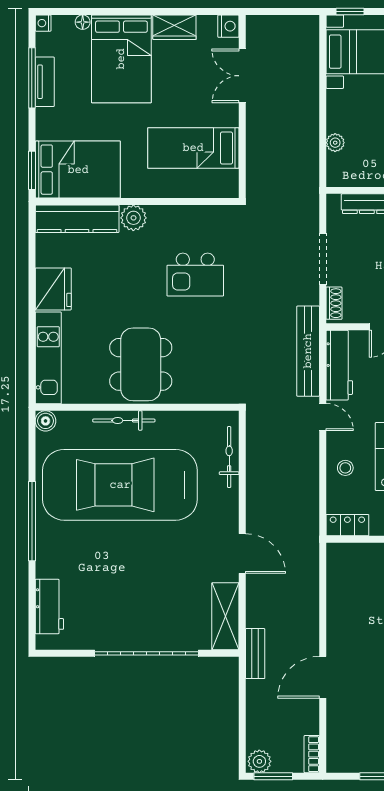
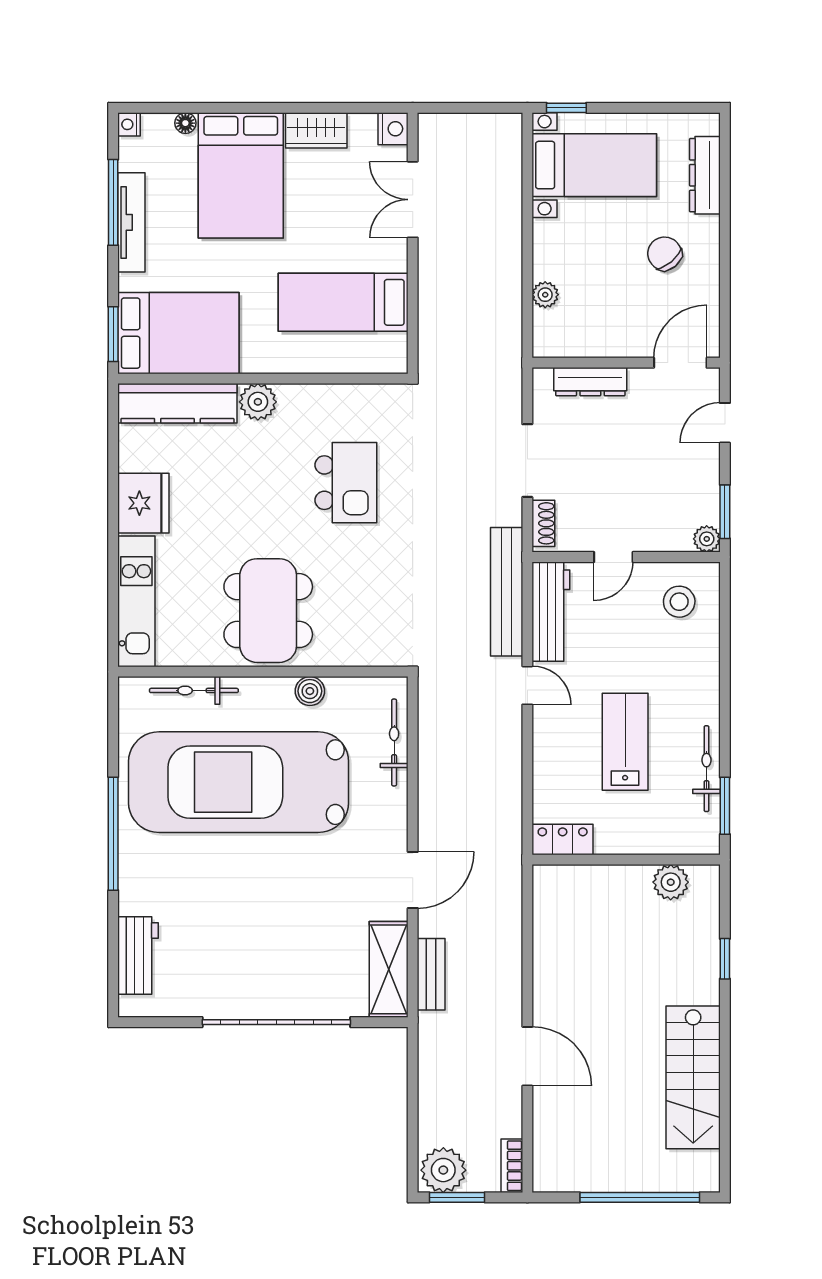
tv unit: (45, 82) -> (131, 222), width x1.41
kitchen island: (195, 275) -> (346, 483), turned -90
bicycle: (124, 420) -> (194, 690), moved
boiler: (46, 421) -> (310, 691), moved
stool: (345, 468) -> (560, 758), removed
door: (242, 554) -> (413, 880), hinge flipped
bench: (255, 654) -> (431, 974), moved
door: (323, 677) -> (527, 1056), swing flipped
plant: (259, 761) -> (443, 1170), width x1.36, depth x1.36

